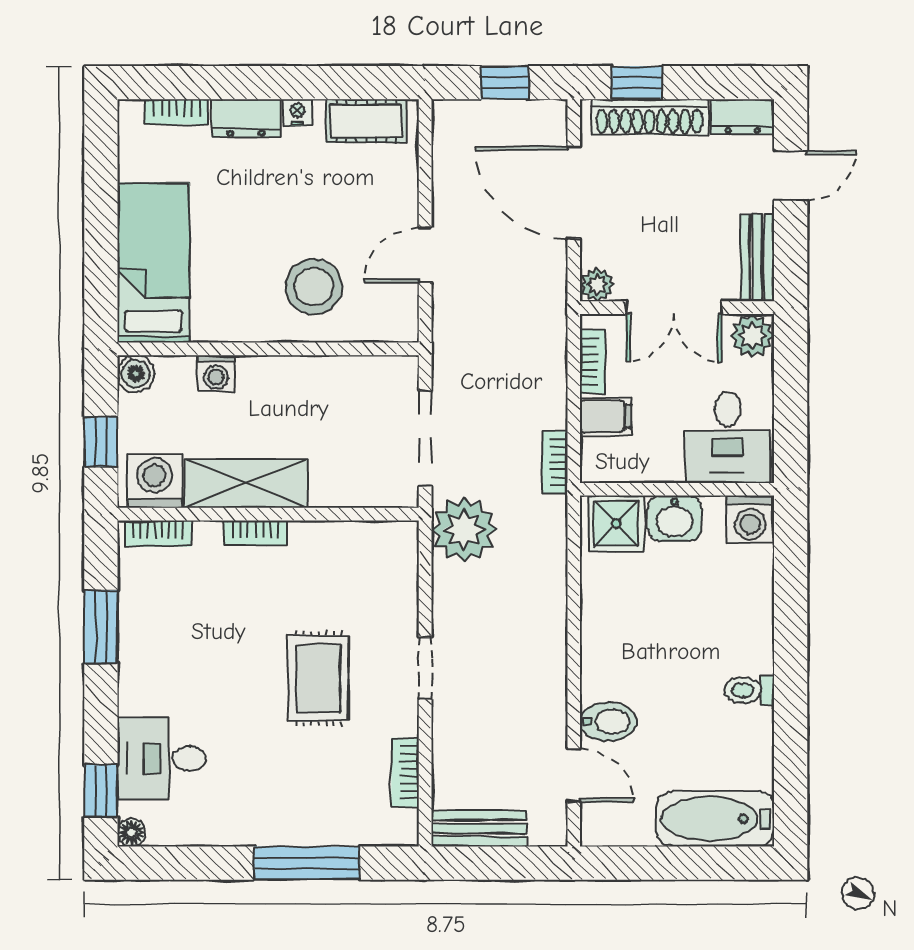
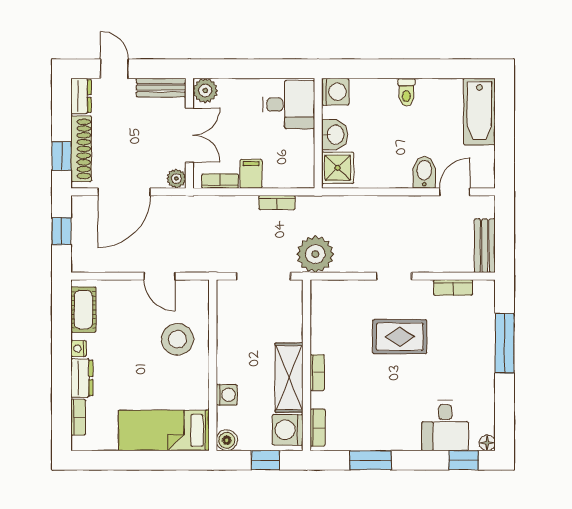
desk: (728, 437) -> (289, 104), moved
wall: (677, 489) -> (318, 133), moved
washbasin: (675, 518) -> (335, 135), moved
washing machine: (750, 519) -> (335, 92), moved
shower: (616, 524) -> (338, 168), moved

